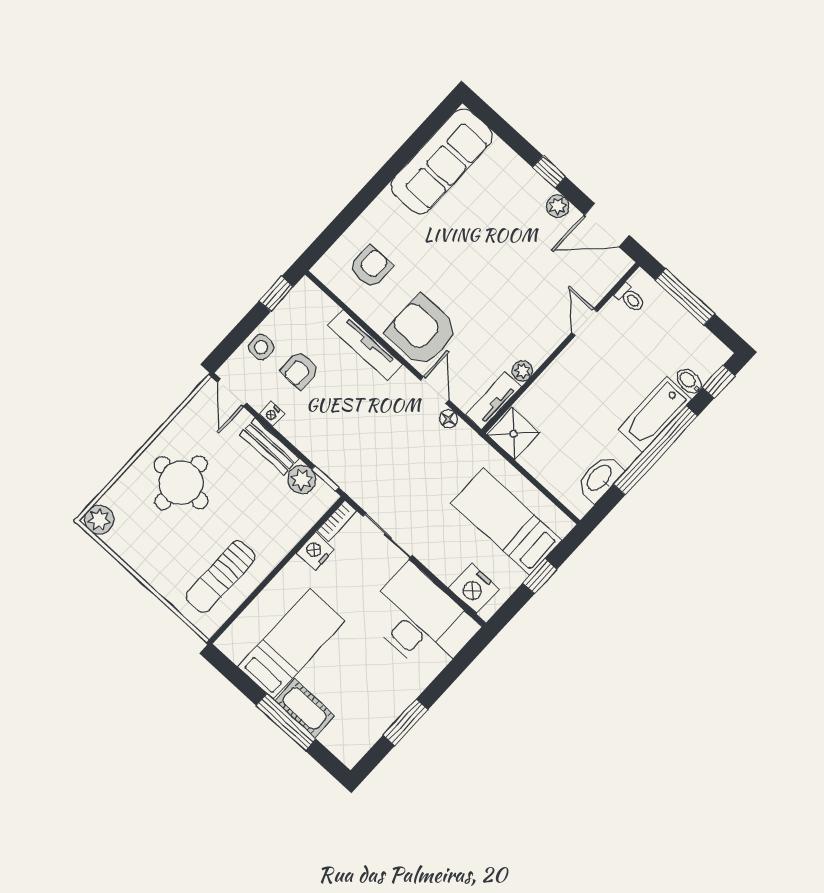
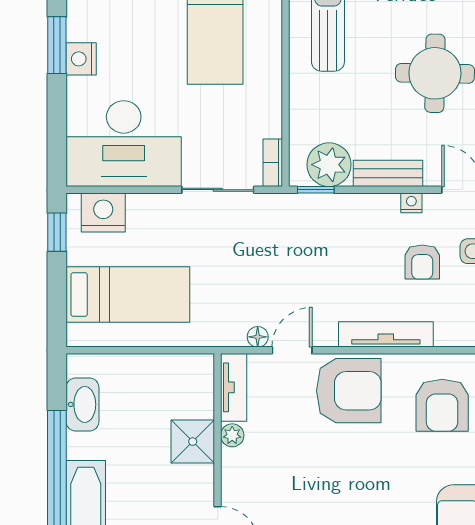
armchair: (371, 267) -> (442, 405), width x1.38, depth x1.38
armchair: (300, 370) -> (422, 262), turned 180
door: (434, 390) -> (292, 350), swing flipped
shower: (514, 434) -> (193, 442), moved
plant: (302, 479) -> (329, 165), width x1.36, depth x1.36
nightstand: (315, 551) -> (81, 59), moved, turned 180
window: (540, 576) -> (57, 232), moved

